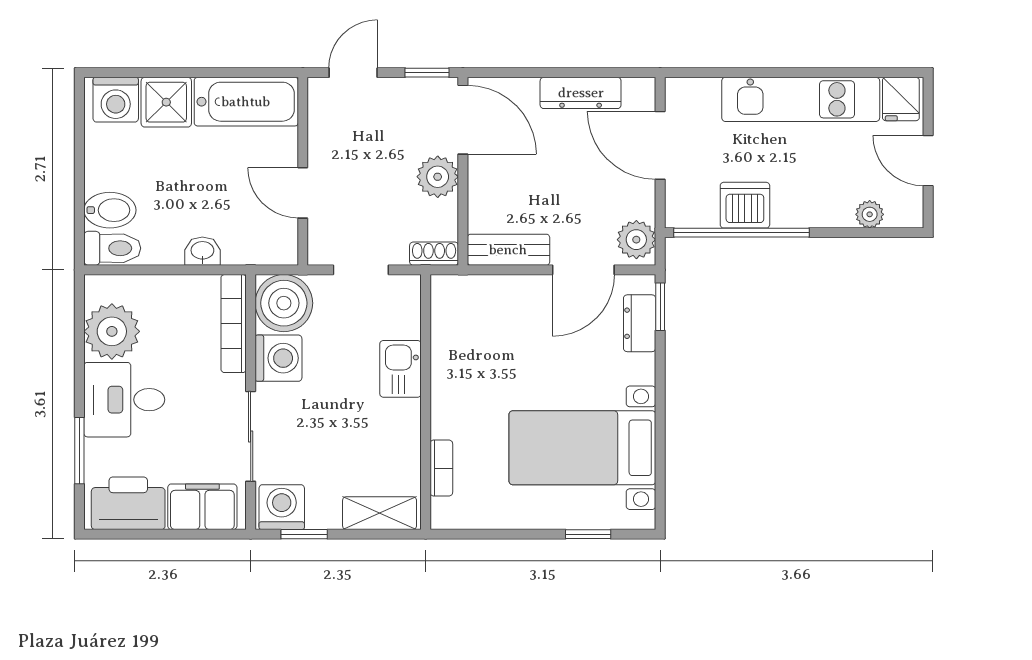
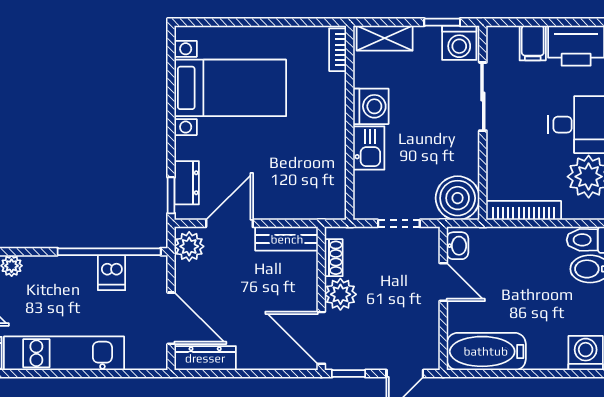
dresser: (581, 93) -> (205, 358), moved
shower: (166, 102) -> (547, 351), removed
dishwasher: (745, 205) -> (112, 273), width x0.73
washbasin: (202, 251) -> (457, 246), moved, turned -90
shoe rack: (434, 254) -> (334, 258), moved, turned -90
bookcase: (234, 324) -> (524, 210), moved, turned -90
washing machine: (278, 358) -> (371, 106), moved, turned 180
bookcase: (441, 468) -> (338, 50), moved
filing cabinet: (202, 507) -> (533, 43), width x0.50
window: (588, 534) -> (226, 22), removed

